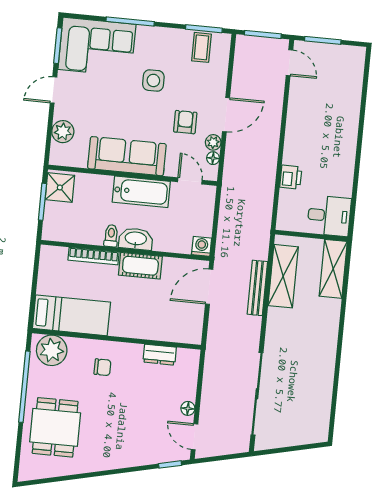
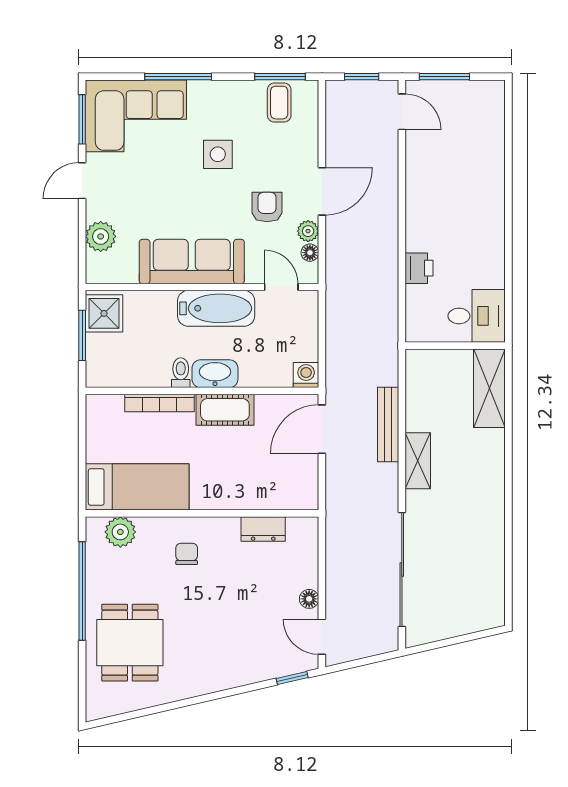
window: (263, 34) -> (362, 77), width x0.67
shelving: (283, 276) -> (418, 461), moved, width x0.67, depth x0.75
plant: (52, 350) -> (120, 532), width x0.73, depth x0.73
chair: (102, 367) -> (187, 554), turned -90

